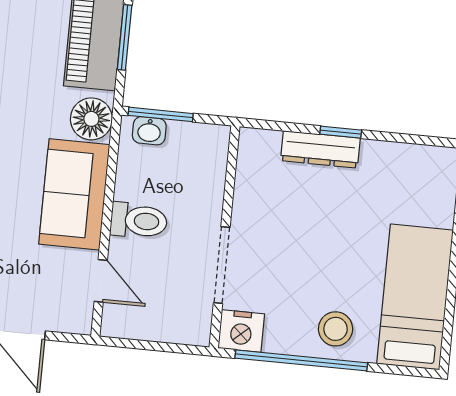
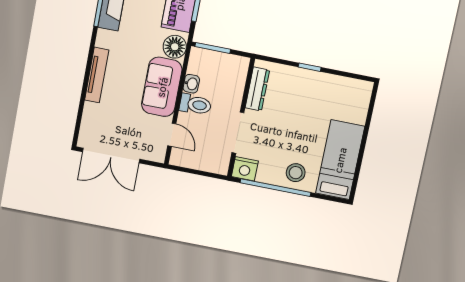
washbasin: (149, 131) -> (191, 84), moved, turned -90
dresser: (320, 149) -> (257, 89), moved, turned -90

